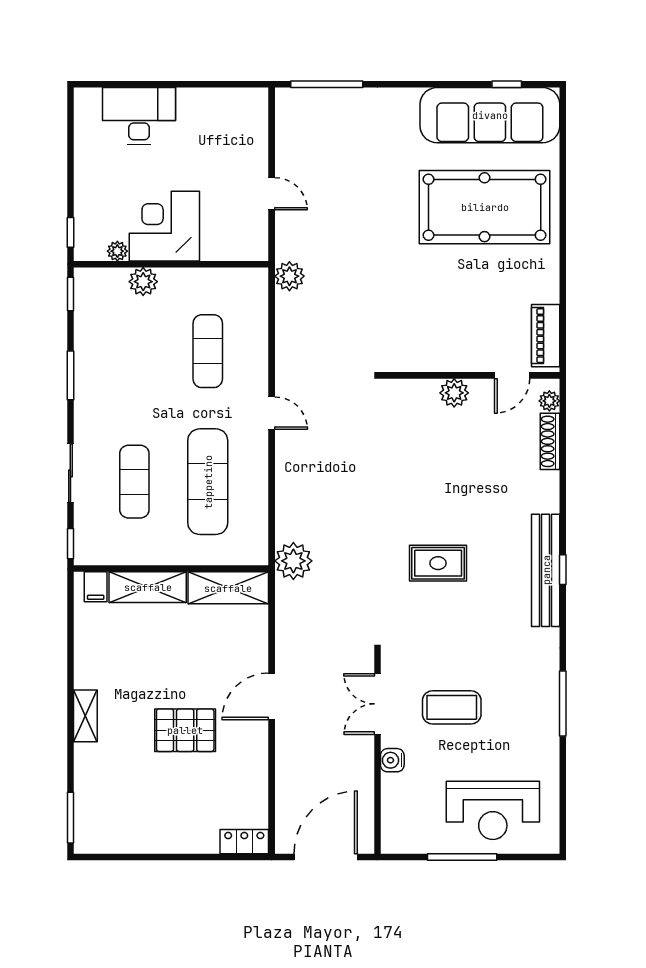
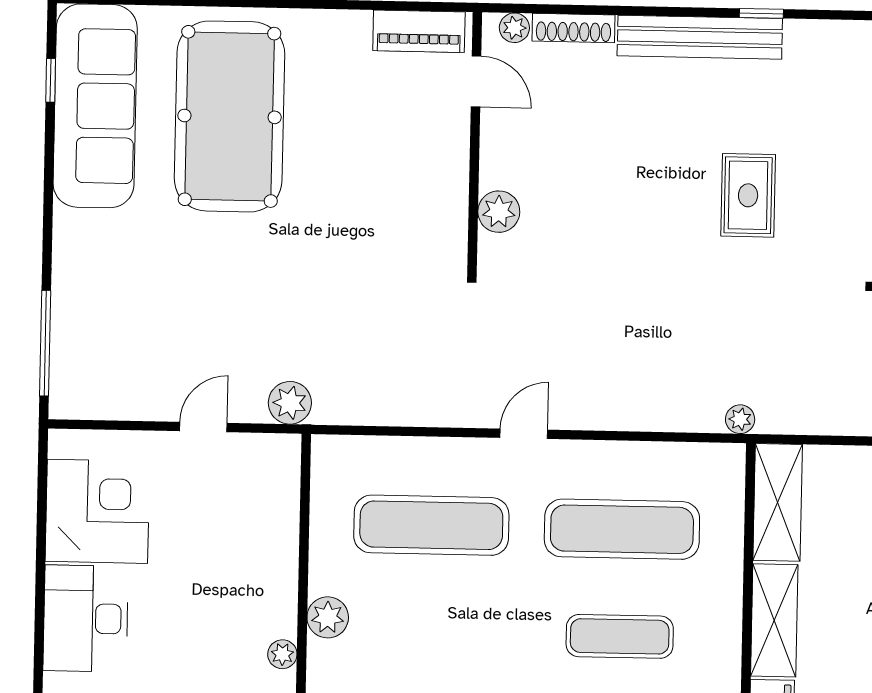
corner desk: (164, 226) -> (97, 511), moved, turned 180
plant: (289, 276) -> (290, 403), moved
exercise mat: (208, 351) -> (431, 525), width x1.36, depth x1.45
plant: (454, 393) -> (499, 212), moved
plant: (293, 561) -> (740, 419), width x0.53, depth x0.53
bench: (546, 570) -> (700, 37), moved

